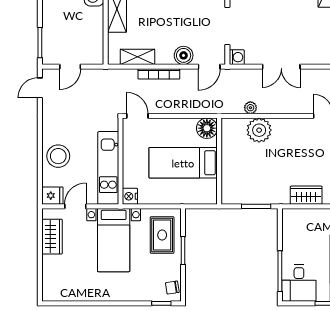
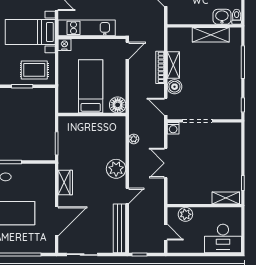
shelving: (138, 57) -> (173, 65), moved
plant: (259, 130) -> (116, 169), moved

